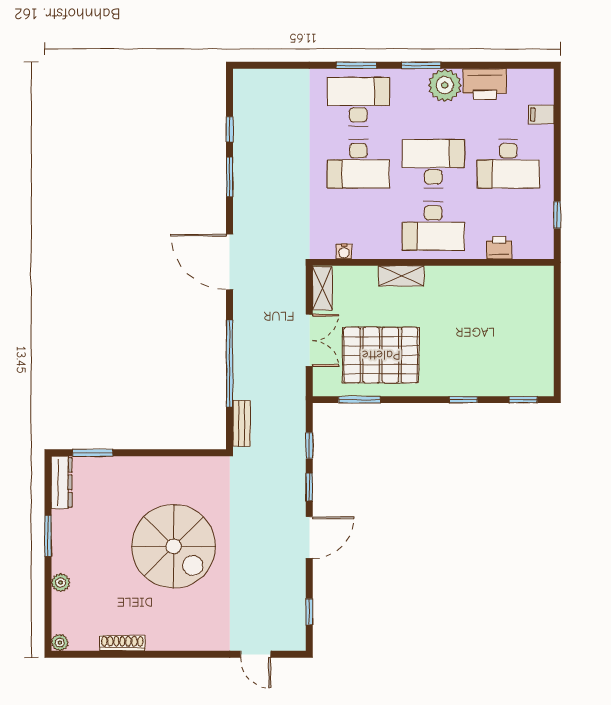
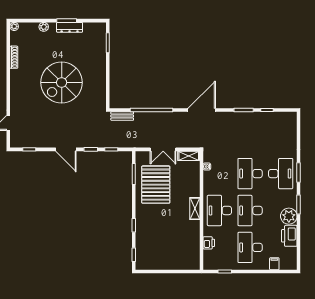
desk: (433, 164) -> (250, 210), turned 180
shelving: (401, 276) -> (195, 209), moved
dresser: (62, 482) -> (70, 27), moved

